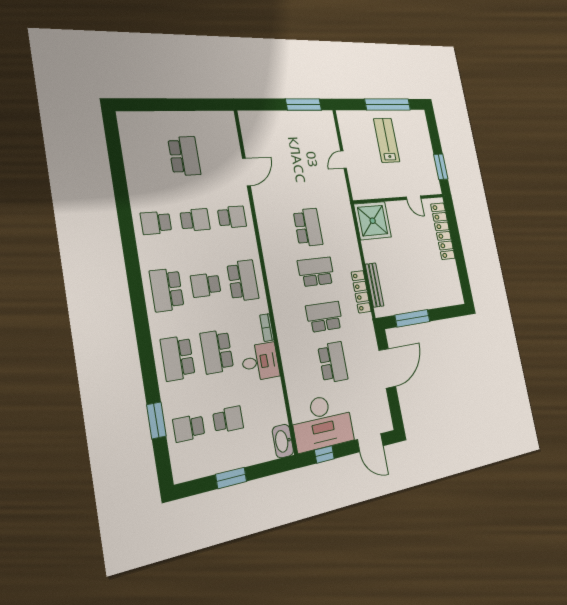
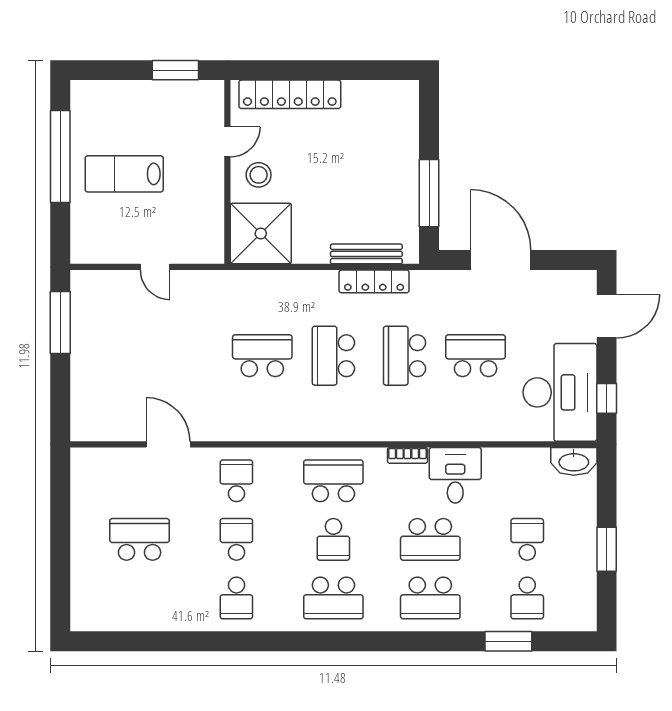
stool: (401, 217) -> (259, 175), added

